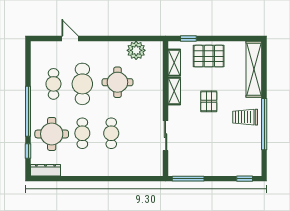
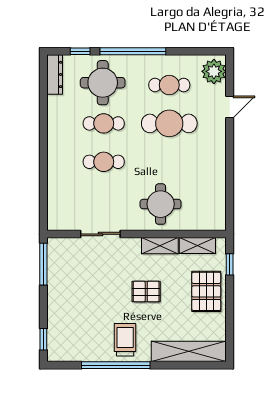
plant: (136, 50) -> (214, 71), moved
round table: (117, 82) -> (161, 204), moved

